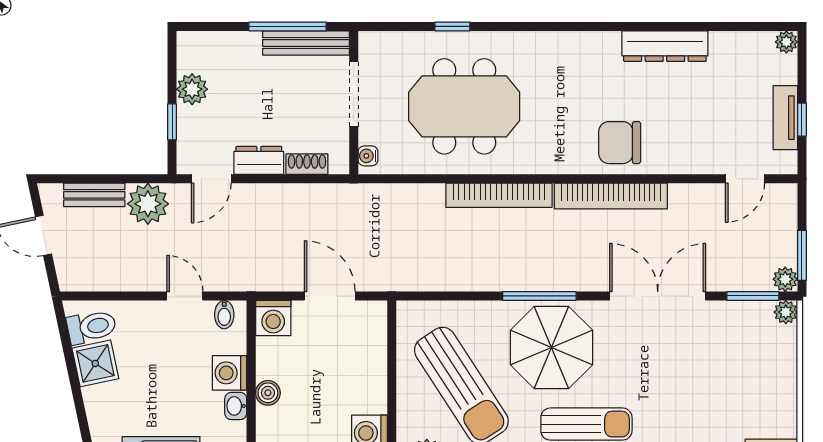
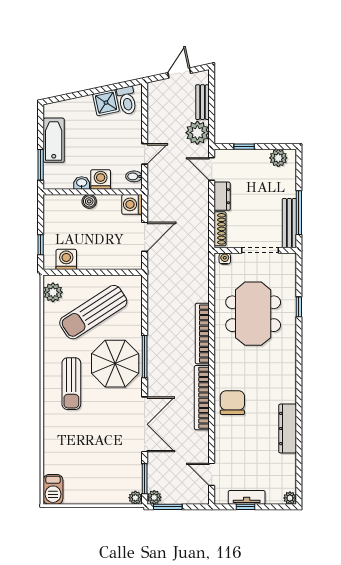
plant: (192, 89) -> (278, 158), moved
shoe rack: (307, 164) -> (220, 229), width x1.43

